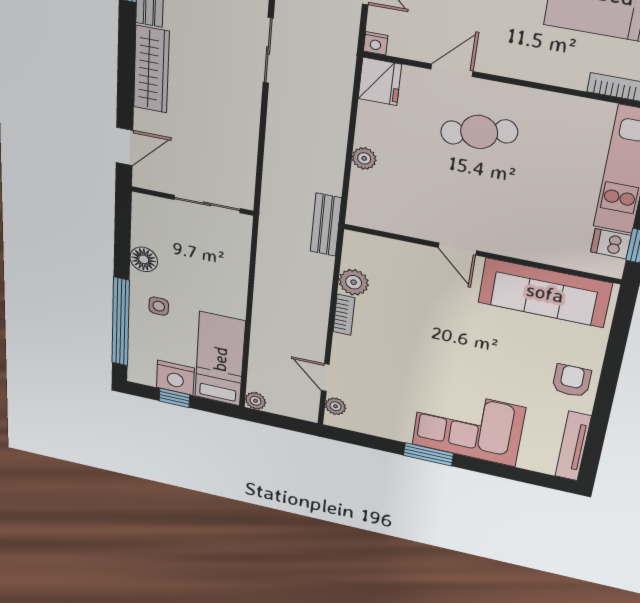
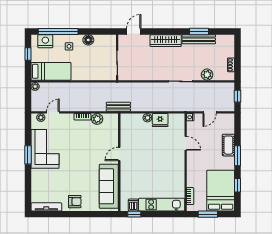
fridge: (380, 81) -> (160, 120), moved
cafe table: (479, 132) -> (165, 155), removed
door: (124, 146) -> (134, 31), swing flipped
nightstand: (175, 378) -> (45, 41), moved, turned 90
corner sofa: (468, 426) -> (45, 149), moved

